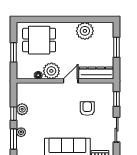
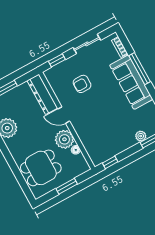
dining table: (39, 40) -> (41, 168), turned 90
plant: (22, 109) -> (118, 147), removed
window: (14, 114) -> (110, 162), moved

